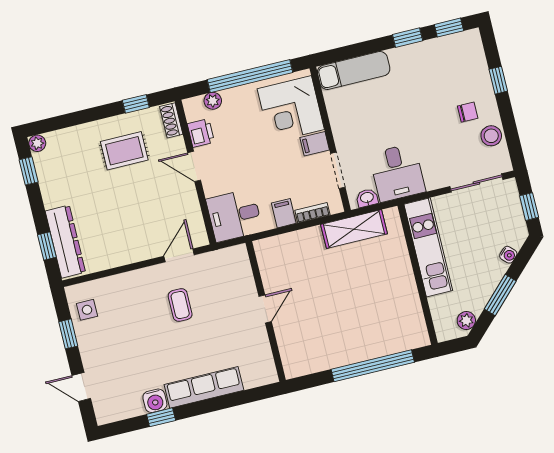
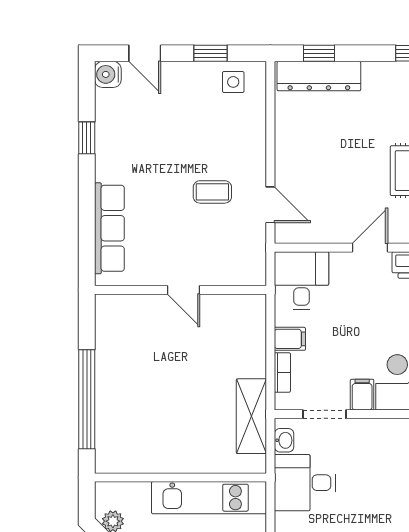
door: (81, 387) -> (145, 53), swing flipped
row of seats: (204, 387) -> (109, 228), moved
water cooler: (155, 401) -> (108, 74), moved

